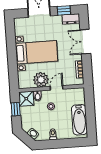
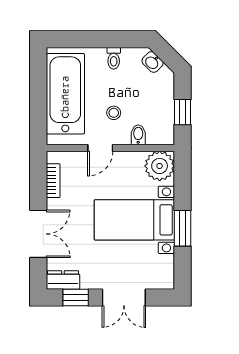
window: (12, 50) -> (183, 228), added
plant: (41, 80) -> (160, 166), moved
shower: (26, 99) -> (161, 131), removed
bathtub: (79, 120) -> (65, 94), width x1.36, depth x1.36

